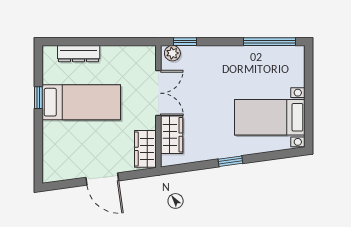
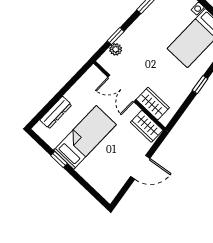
window: (185, 42) -> (116, 36), moved
plant: (172, 53) -> (116, 49), moved
double door: (158, 93) -> (122, 88), swing flipped

